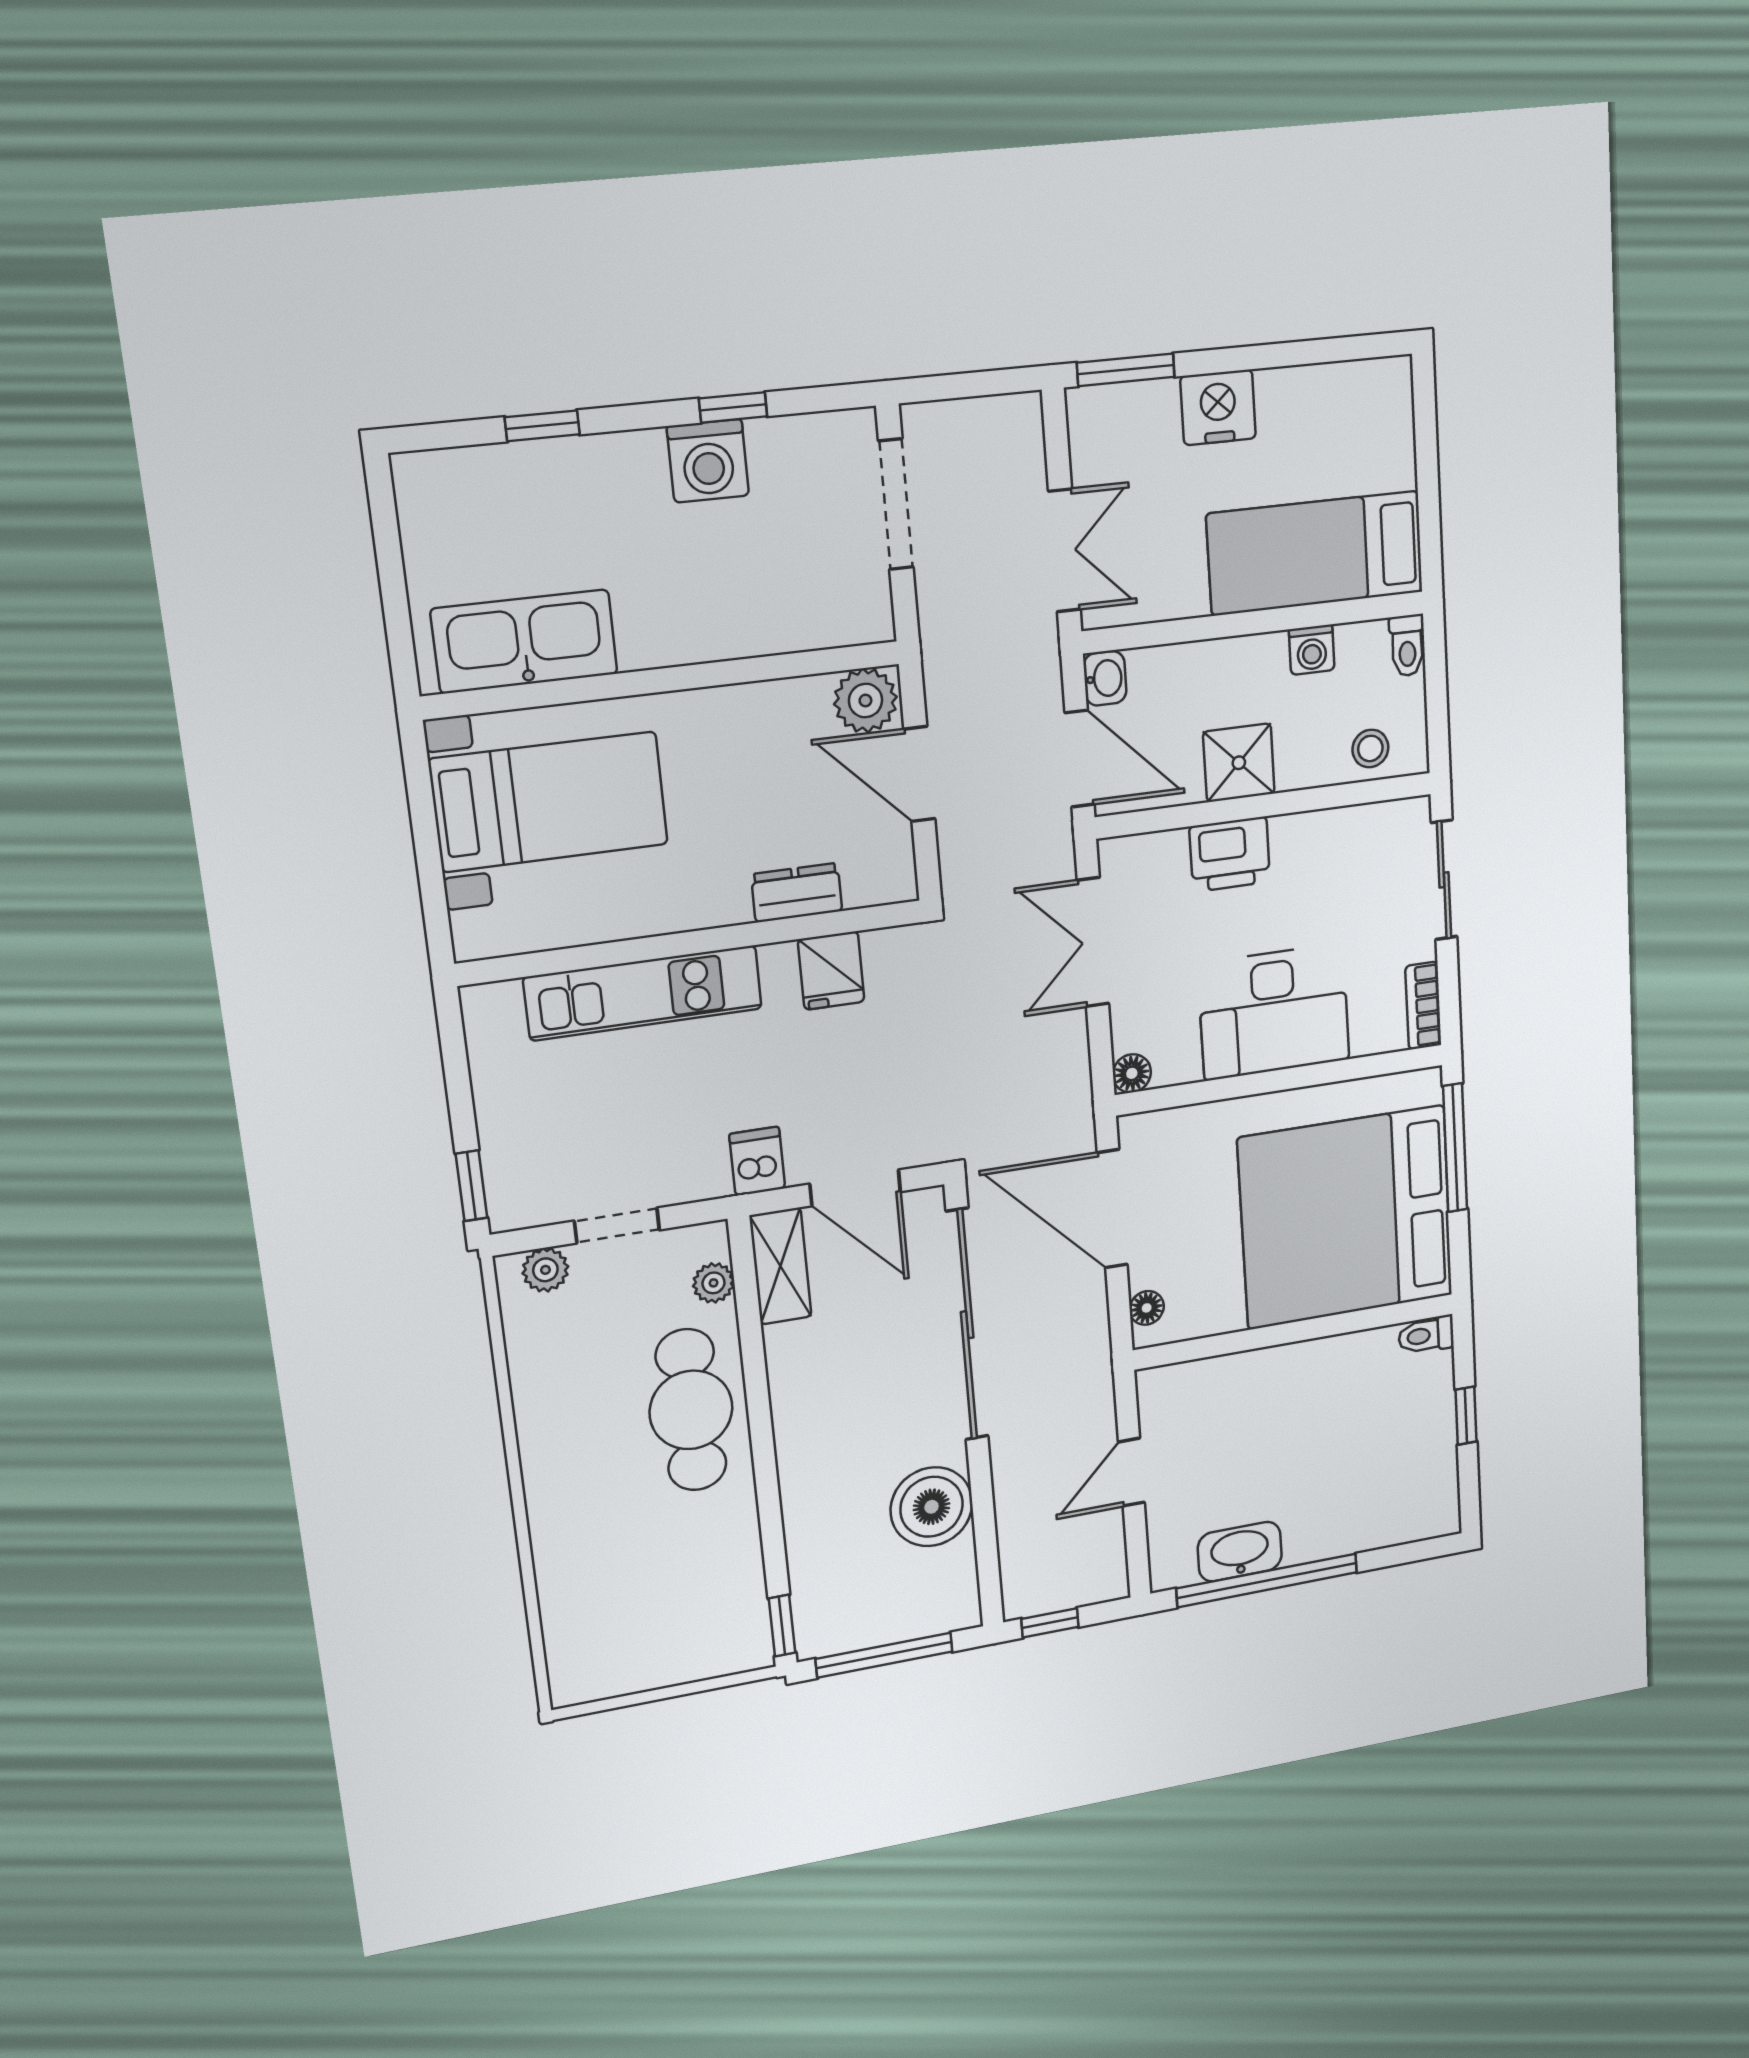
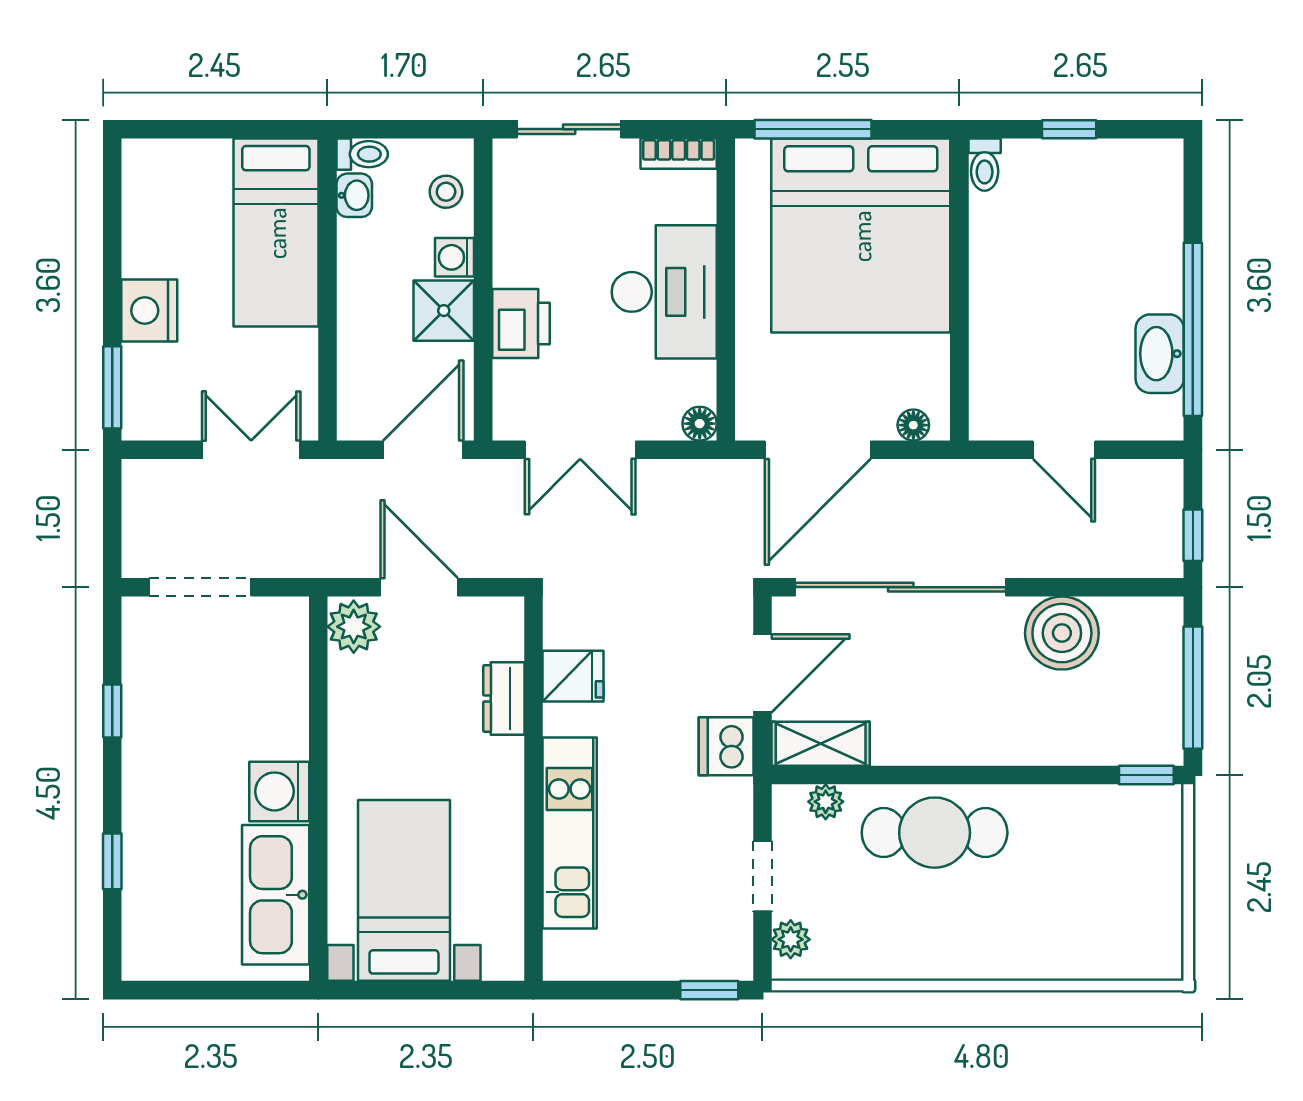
washing machine: (708, 461) -> (279, 791), moved, turned 180
washing machine: (1312, 650) -> (455, 257), moved, turned 180
washbasin: (1105, 678) -> (354, 195), moved, turned 90
door: (919, 774) -> (419, 587), swing flipped
dishwasher: (757, 1161) -> (726, 746), width x1.38

